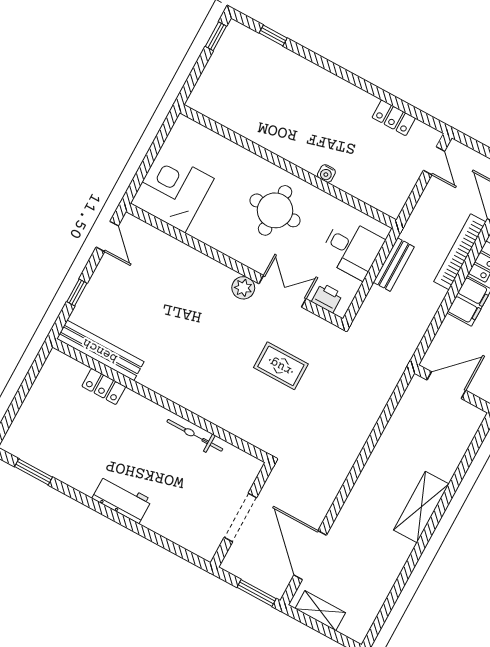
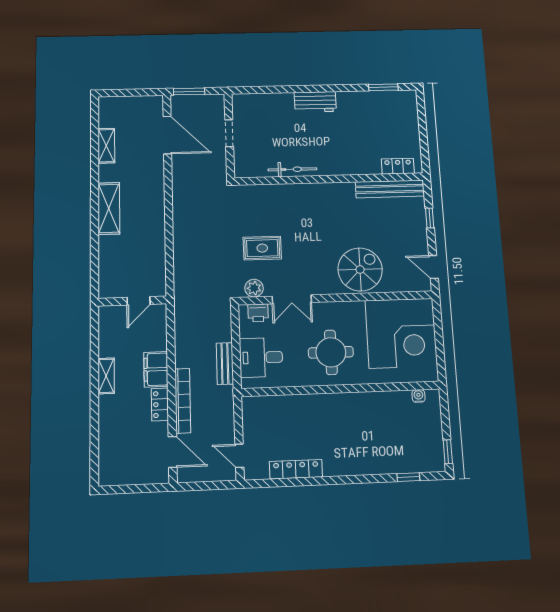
locker: (394, 118) -> (296, 469), width x1.53
water cooler: (326, 173) -> (418, 396), moved
corner desk: (172, 191) -> (401, 333), width x1.36, depth x1.36
spiral stairs: (189, 280) -> (360, 269), added
plant: (243, 288) -> (254, 288), moved
door: (446, 385) -> (139, 301), width x0.73
locker: (104, 386) -> (398, 166), moved
doorway: (240, 518) -> (229, 133), width x0.73
shelving: (320, 611) -> (106, 146), moved, turned 90

